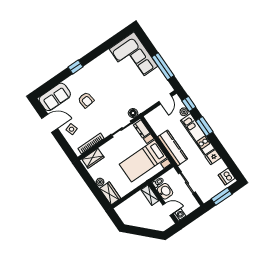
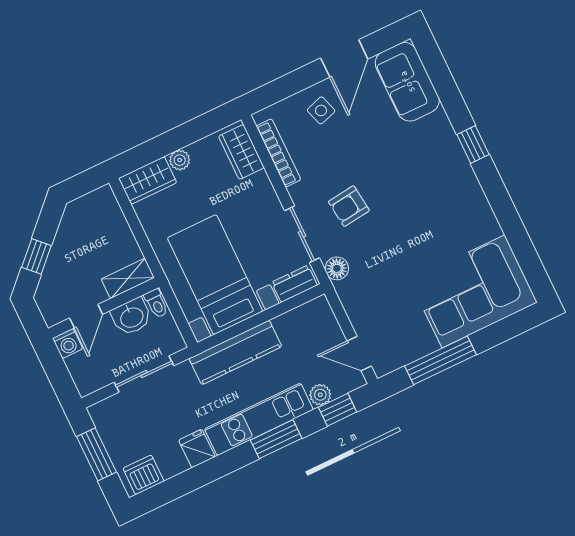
armchair: (86, 100) -> (349, 206), moved
window: (147, 233) -> (36, 256), added

